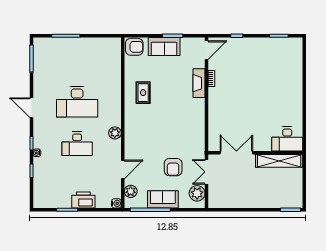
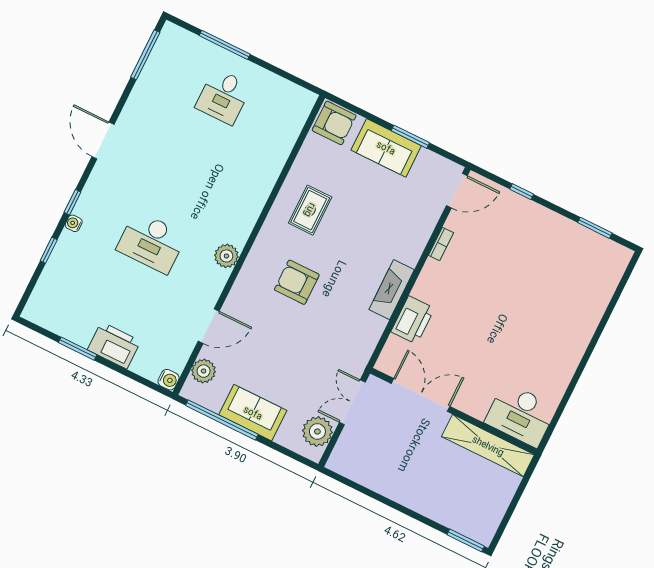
fireplace: (199, 83) -> (392, 290), moved
desk: (77, 102) -> (223, 97), moved, width x0.53, depth x0.77
printer: (216, 120) -> (413, 320), added
armchair: (173, 167) -> (297, 282), moved, turned 90

